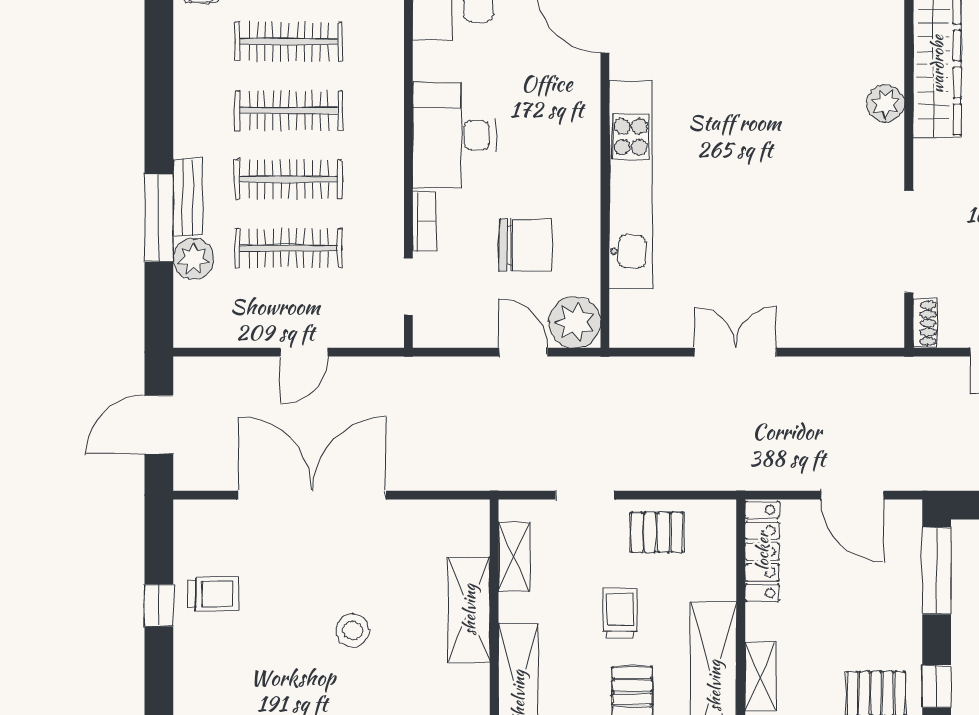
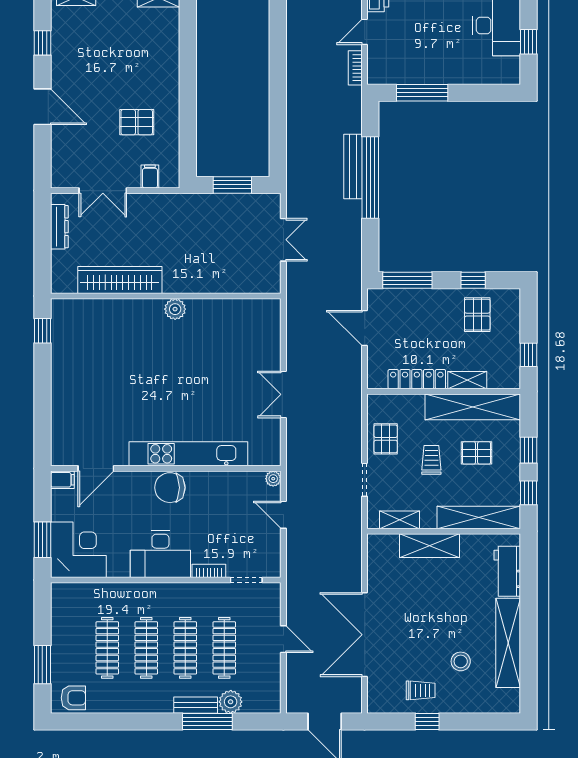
plant: (886, 103) -> (175, 309), moved
doorway: (909, 242) -> (221, 296), removed
chair: (525, 245) -> (170, 488), moved, turned -90
plant: (575, 322) -> (273, 479), width x0.53, depth x0.53
shoe rack: (925, 323) -> (267, 287), removed
door: (523, 352) -> (283, 515), hinge flipped
door: (852, 495) -> (365, 328), swing flipped
locker: (762, 551) -> (417, 379), moved
trolley: (214, 594) -> (421, 690), turned 90
trolley: (620, 613) -> (431, 460), turned 90
stool: (352, 631) -> (461, 661), moved

